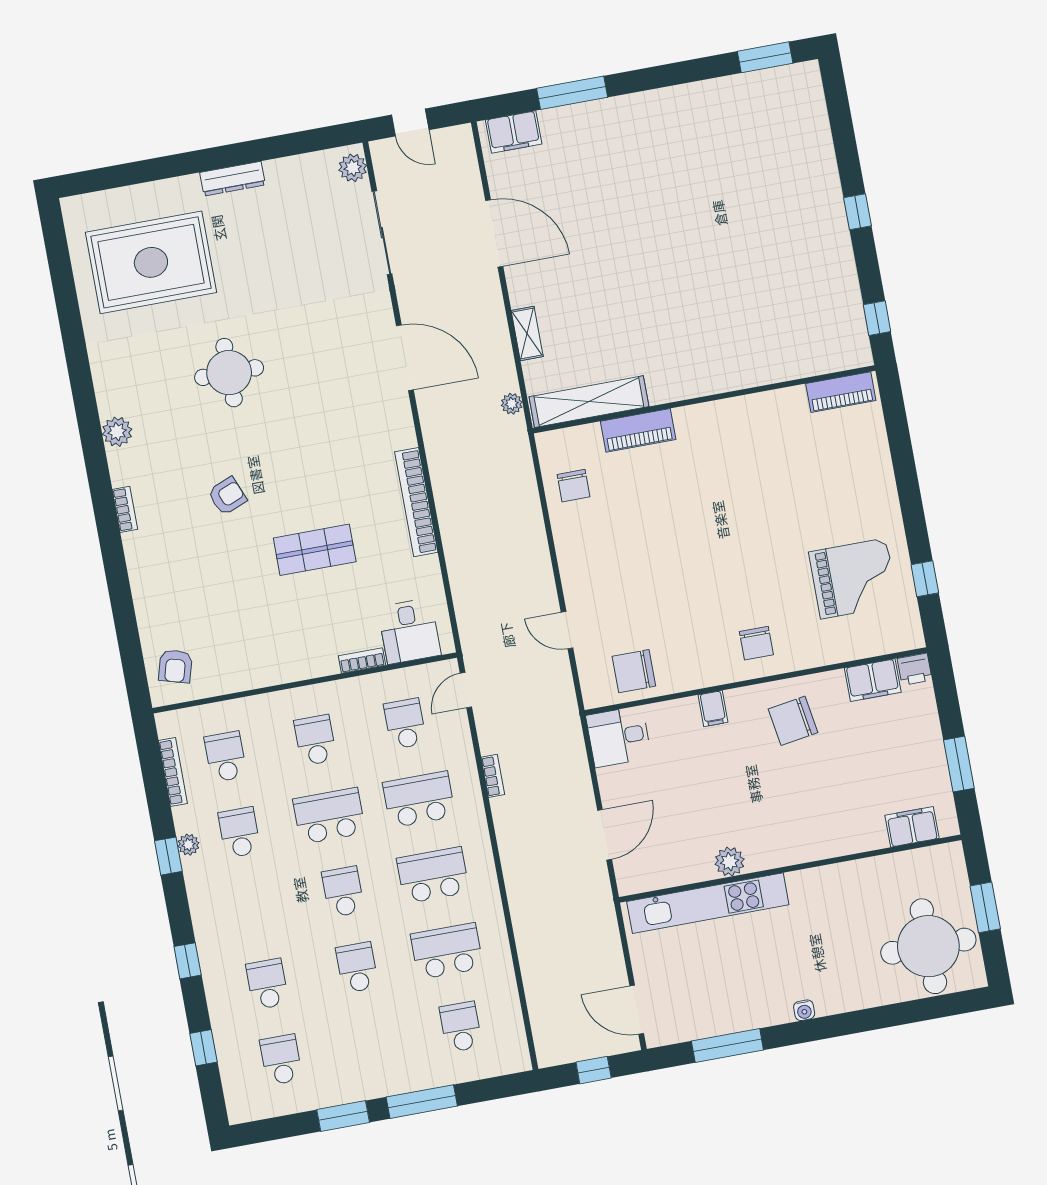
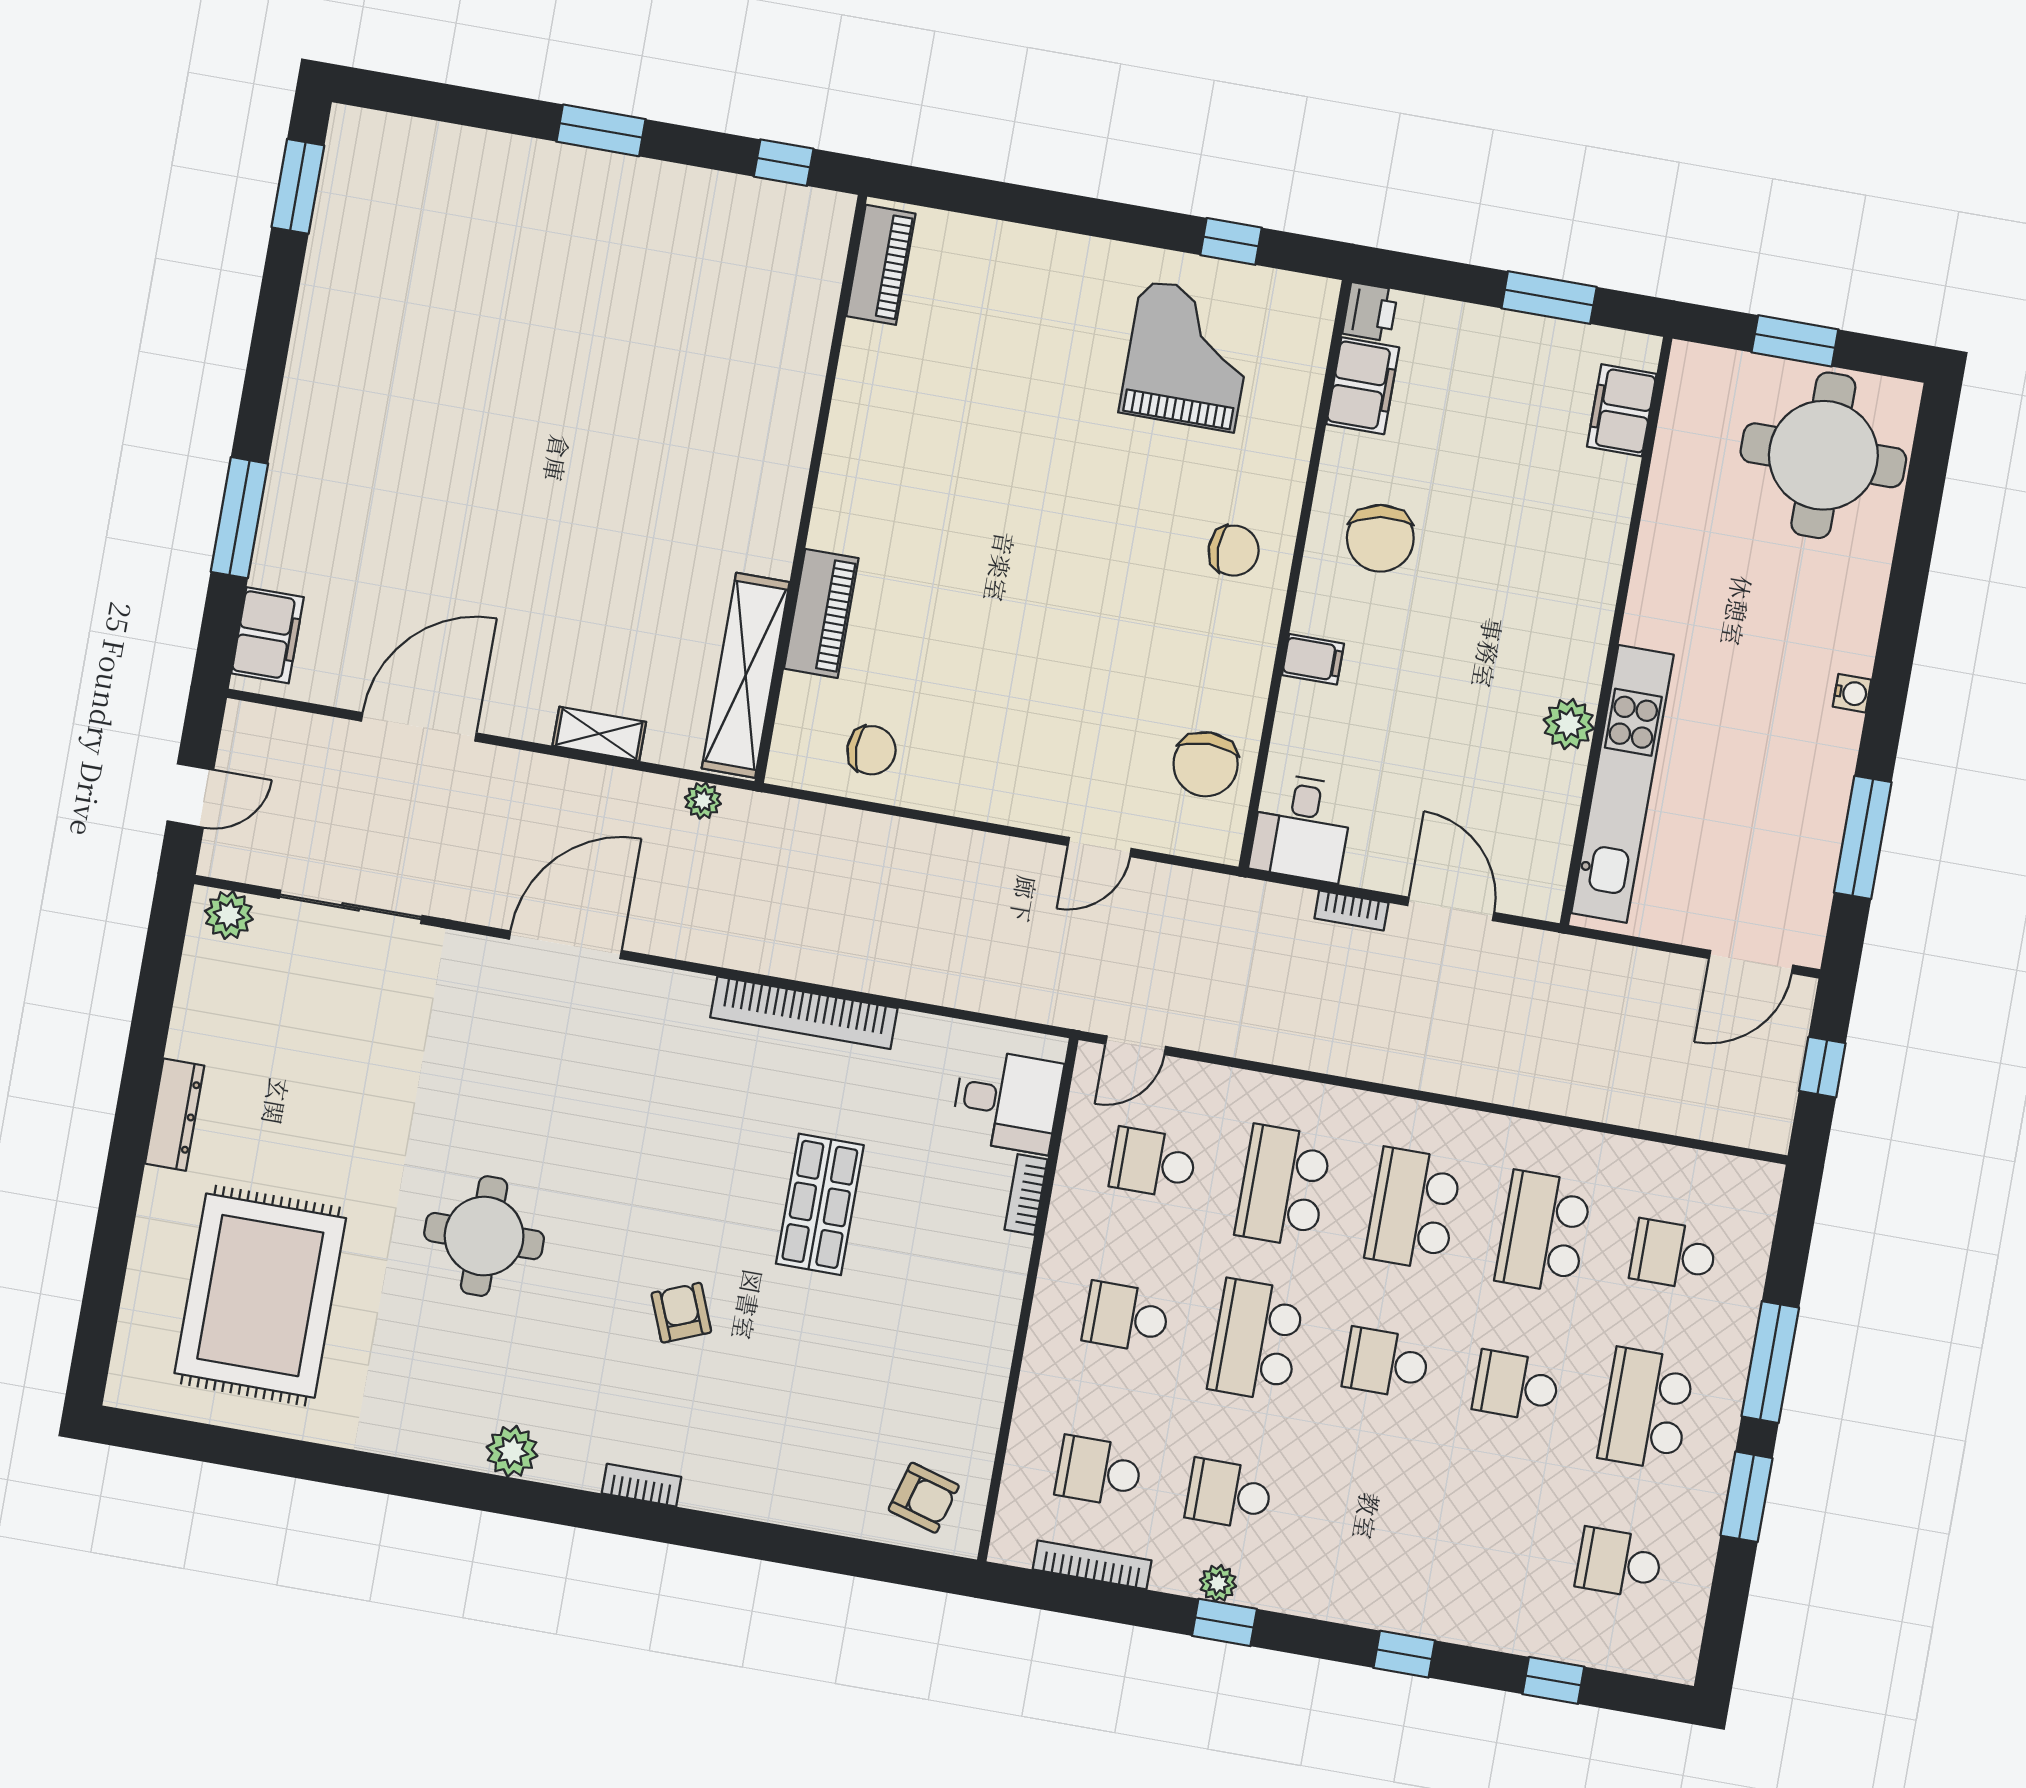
window: (857, 212) -> (601, 130), width x1.50
door: (466, 690) -> (1136, 1045), hinge flipped
bookcase: (493, 776) -> (1351, 911), moved, turned 180
school desk: (267, 984) -> (1646, 1409), moved, width x1.85

